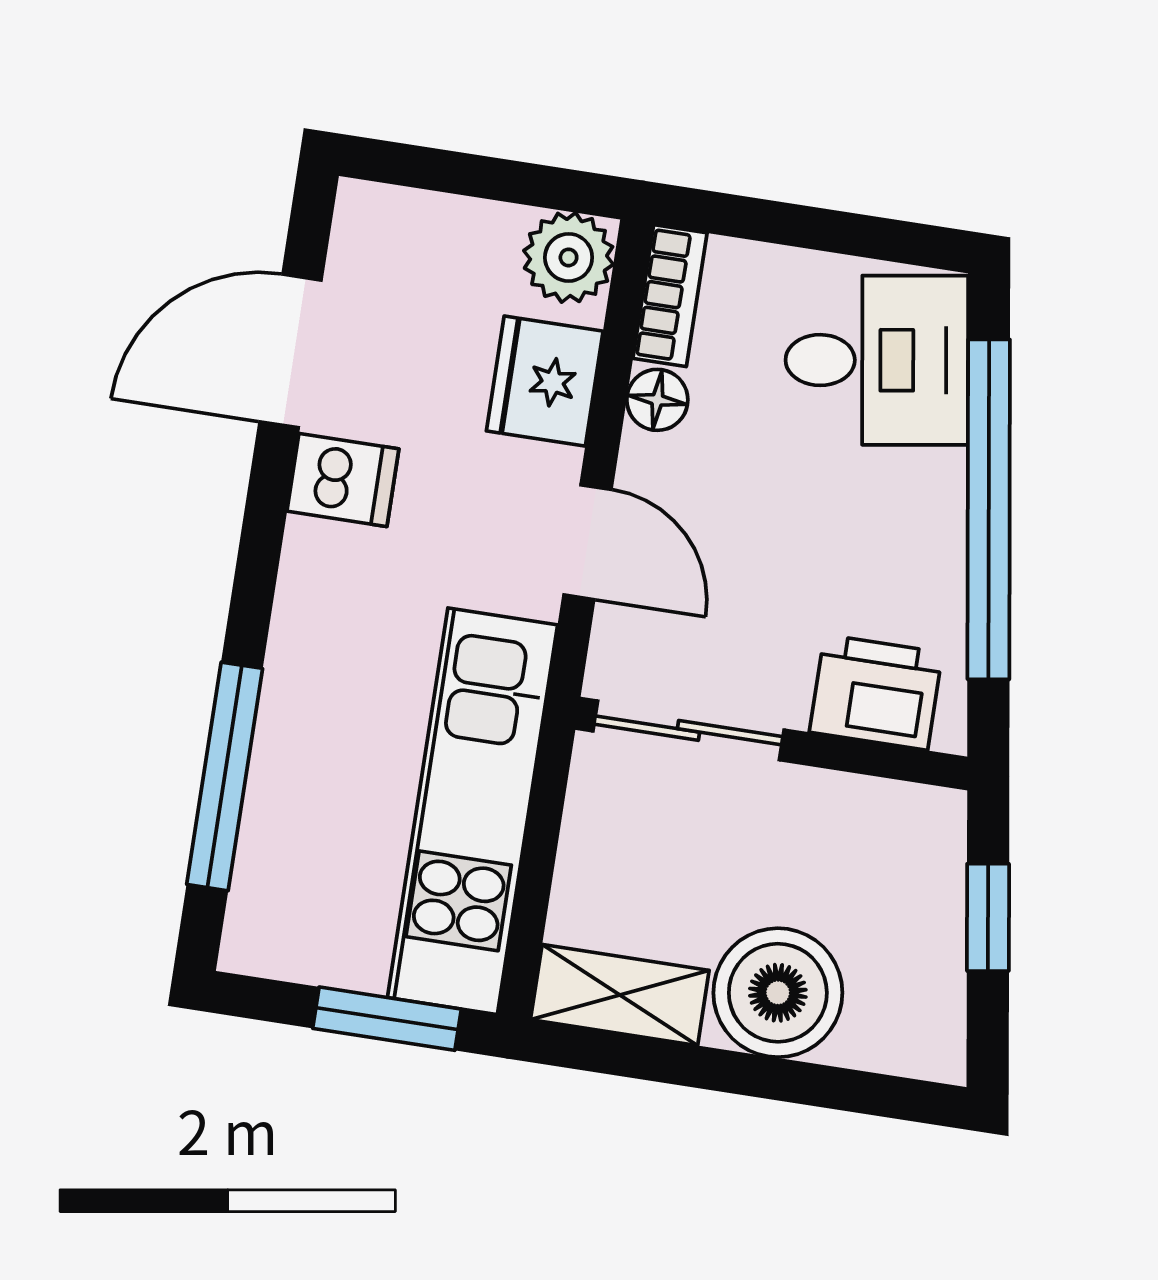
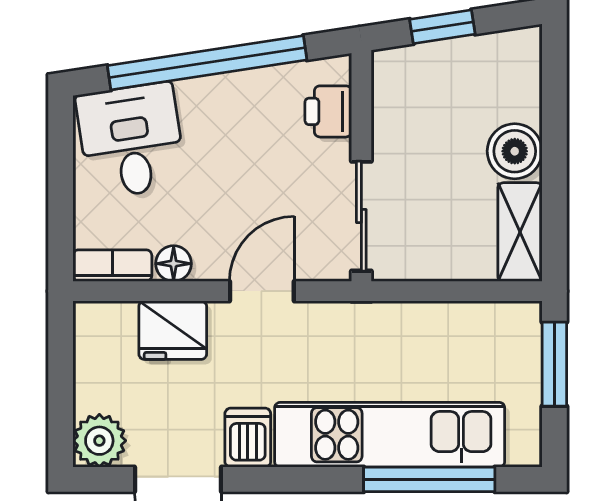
plant: (569, 257) -> (99, 441), moved
printer: (876, 692) -> (328, 111), width x0.73, depth x0.81
kitchen unit: (473, 811) -> (390, 435), moved, turned 180
boiler: (778, 993) -> (515, 151), width x0.73, depth x0.73

